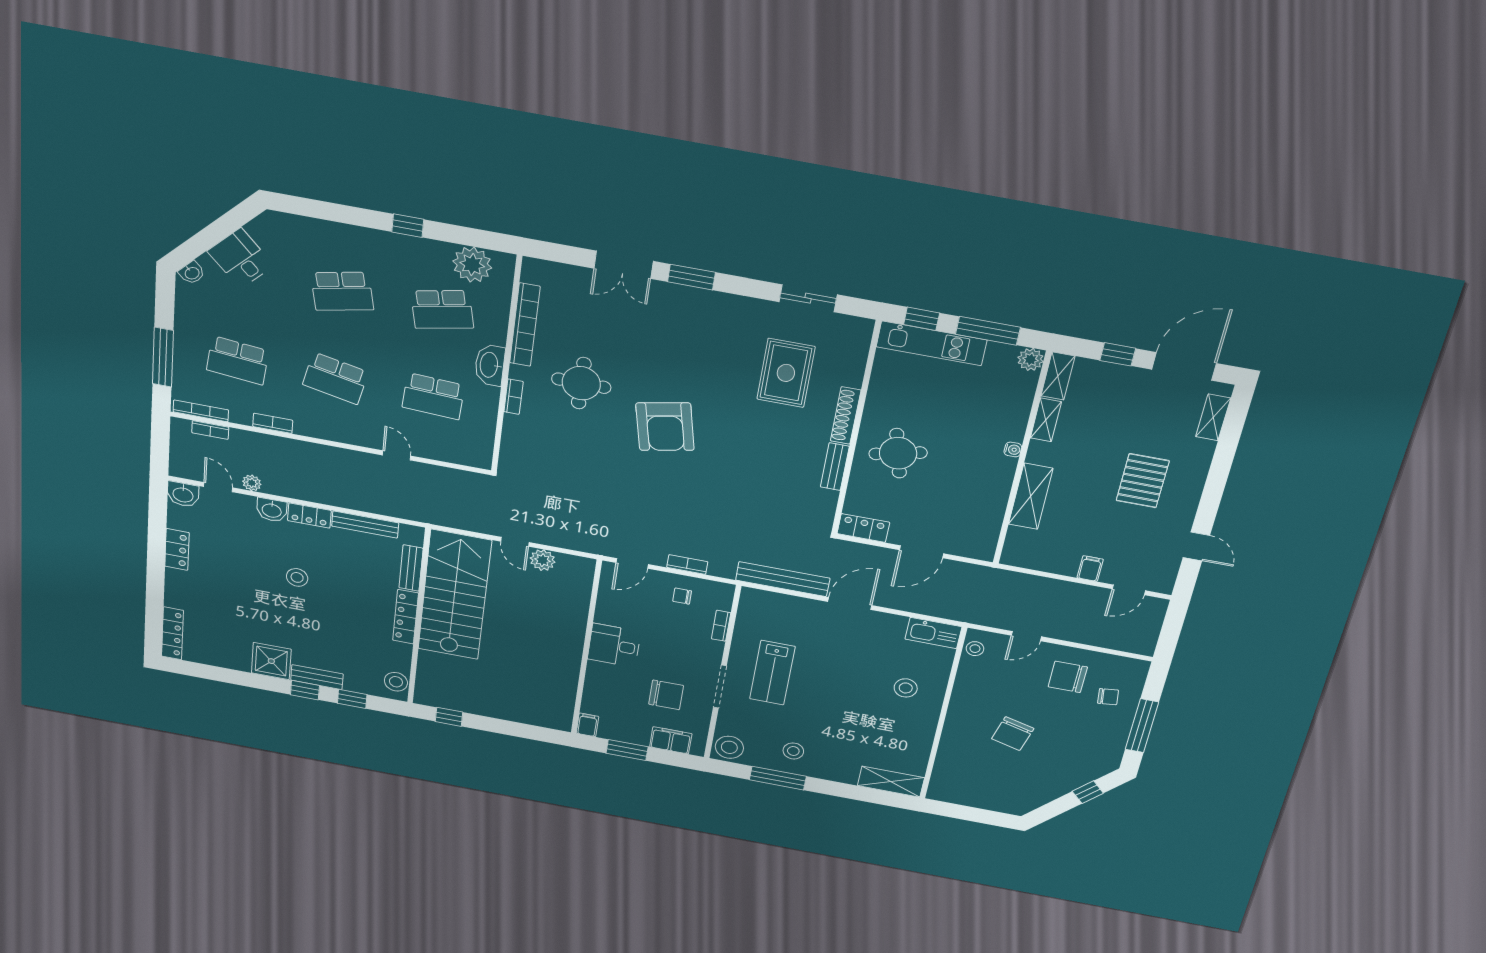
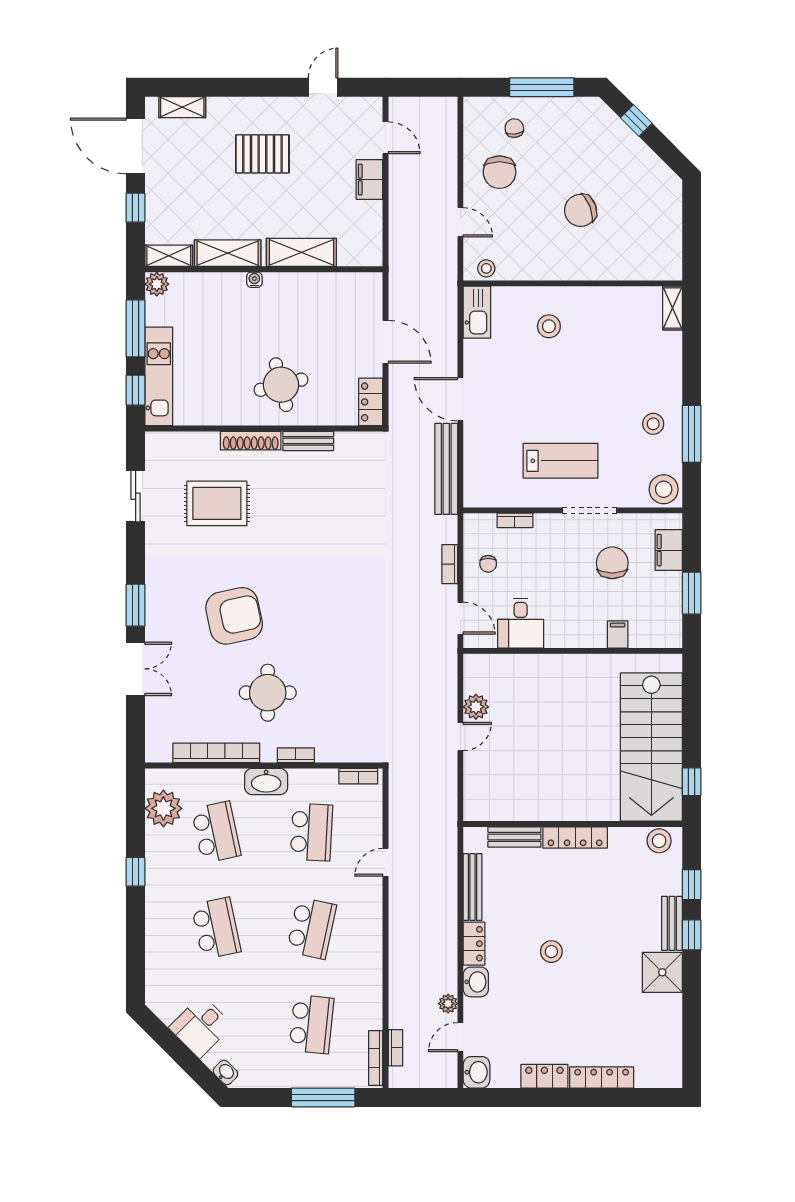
shelving: (1046, 420) -> (228, 253), width x1.50, depth x1.33
bookcase: (273, 423) -> (358, 776), moved, turned -90
armchair: (665, 427) -> (234, 616), moved
filing cabinet: (1090, 569) -> (369, 180), width x2.00
stairs: (454, 595) -> (651, 747), moved, turned -90
locker: (172, 633) -> (602, 1077), moved
desk: (614, 645) -> (521, 623), moved
filing cabinet: (587, 725) -> (618, 634), moved, turned 90
chair: (1013, 734) -> (581, 210), turned 144
shelving: (891, 782) -> (672, 308), width x0.67, depth x0.75

